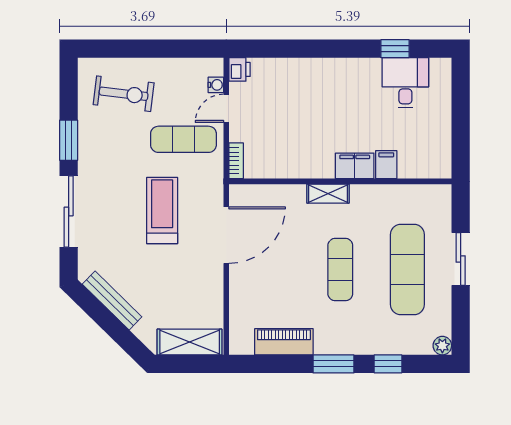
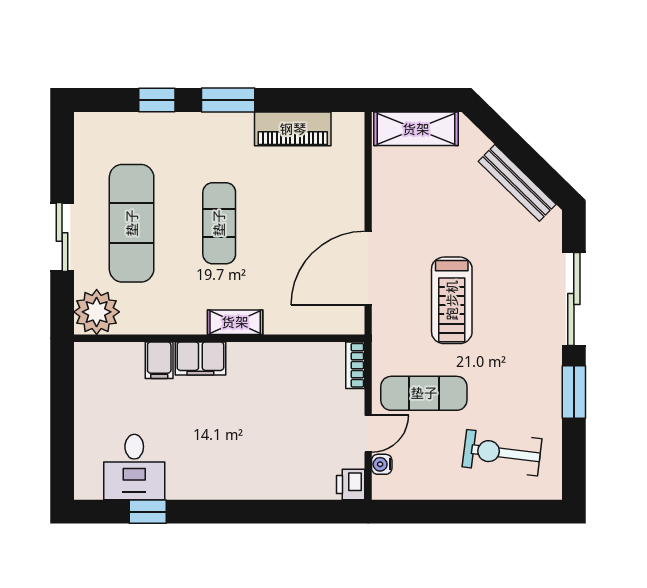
plant: (442, 346) -> (97, 312), moved, width x1.88, depth x1.88

